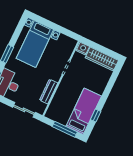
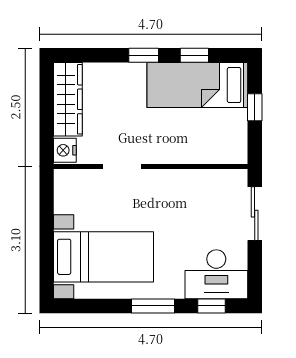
dresser: (49, 91) -> (191, 180), removed
window: (105, 96) -> (144, 55), added
window: (65, 129) -> (255, 107), width x0.46

